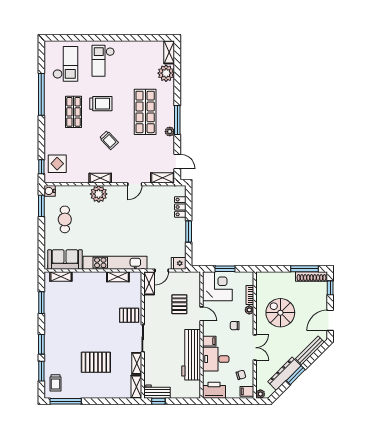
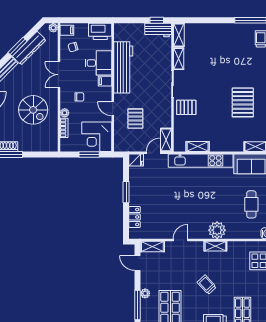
pallet: (96, 362) -> (243, 102), moved, turned 90

